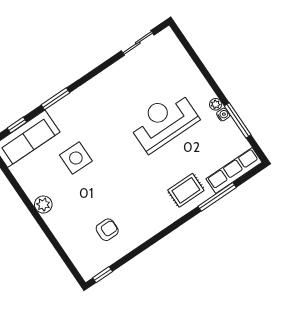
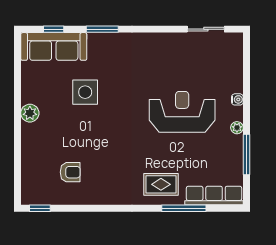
water cooler: (223, 115) -> (237, 99), moved

